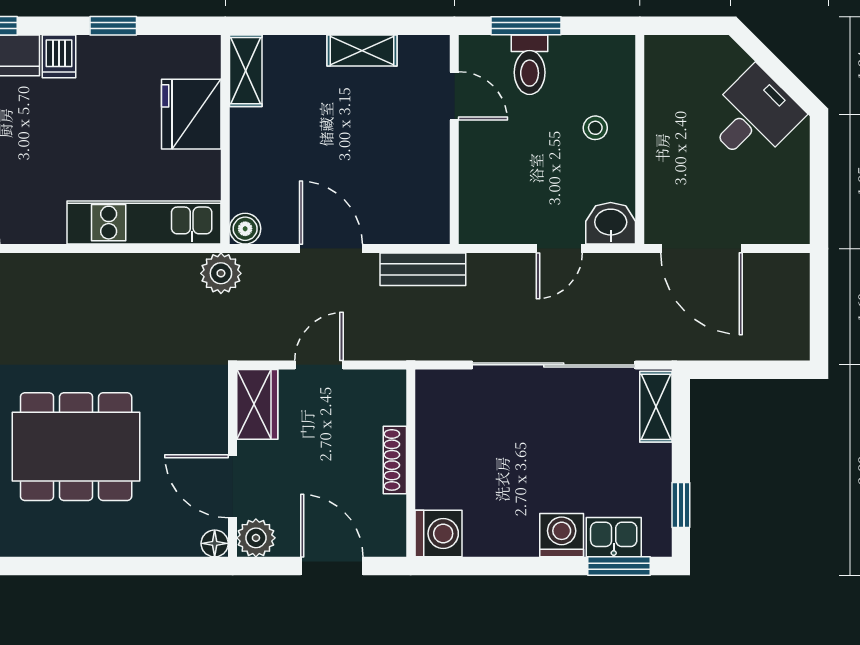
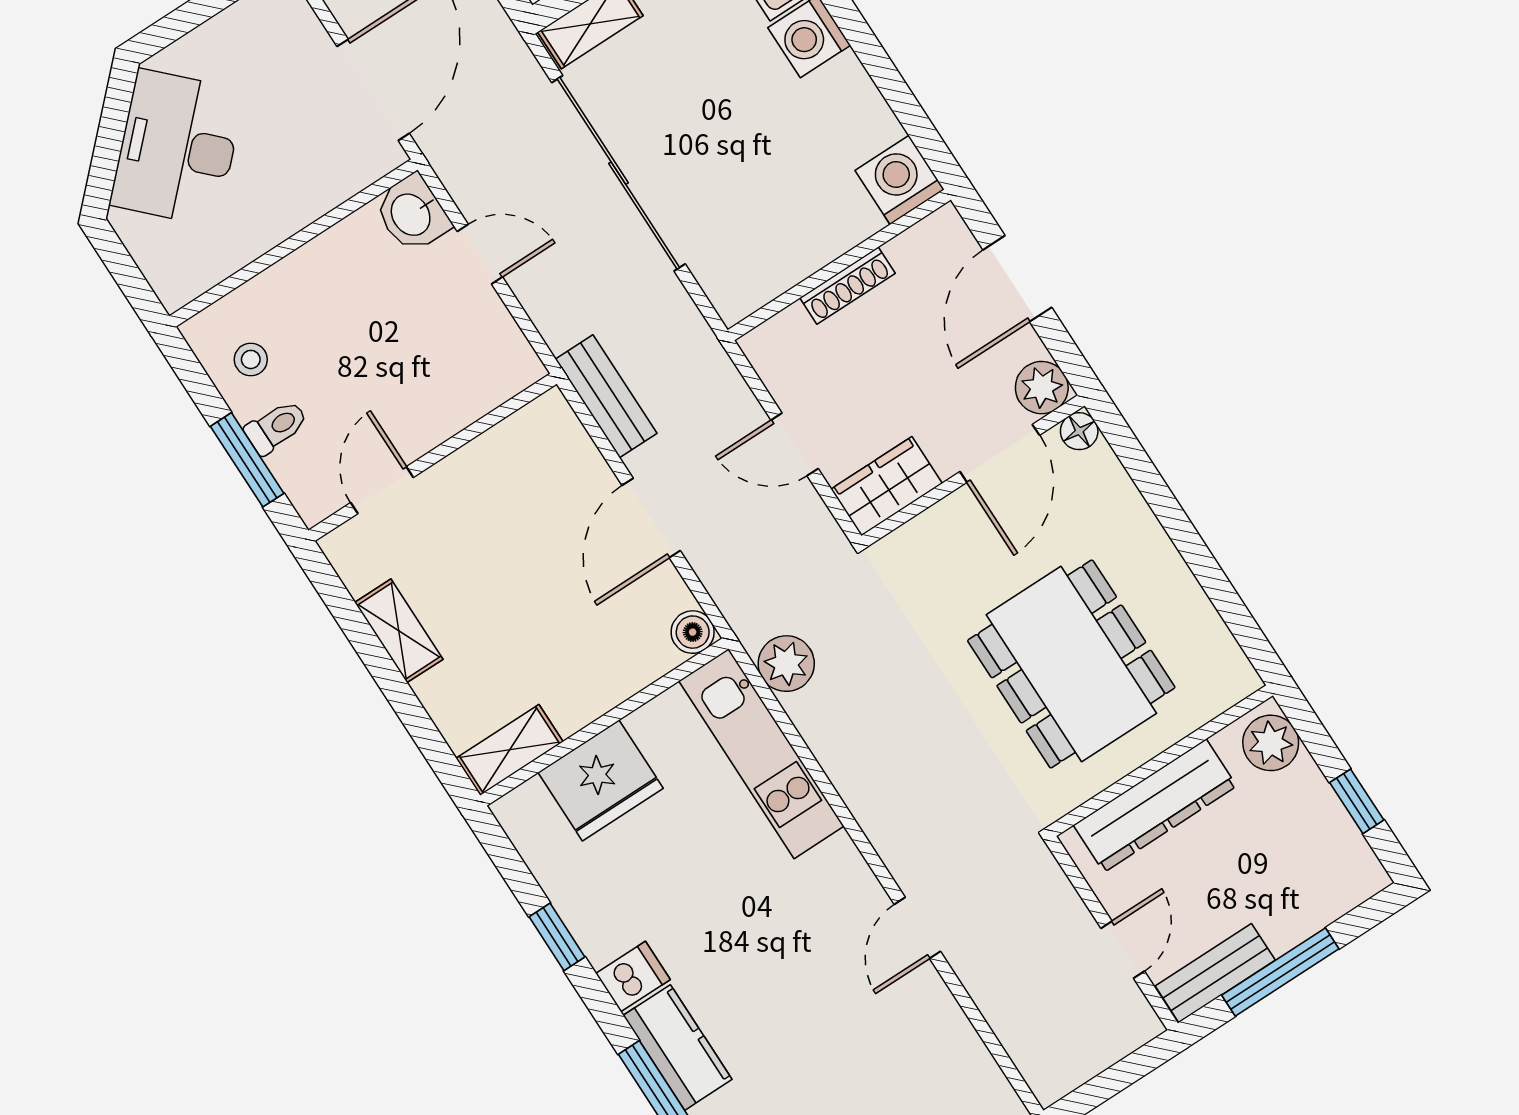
toilet: (530, 65) -> (276, 427), width x0.73, depth x0.72
desk: (753, 116) -> (177, 148), width x1.37
stool: (595, 128) -> (251, 359), moved
plant: (221, 273) -> (786, 664), moved

